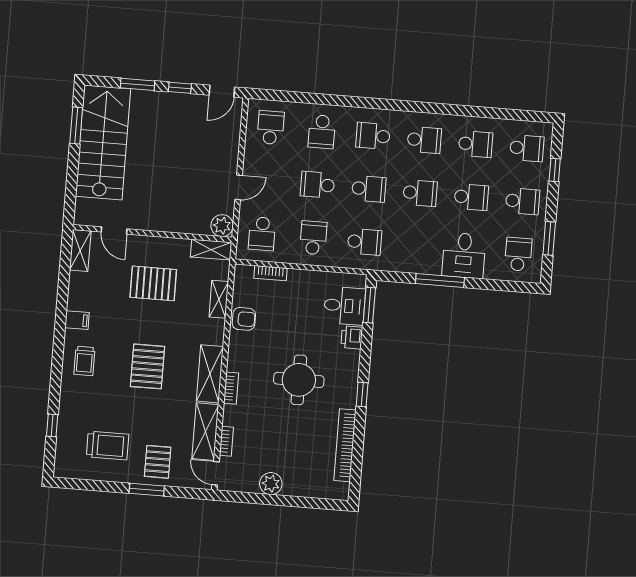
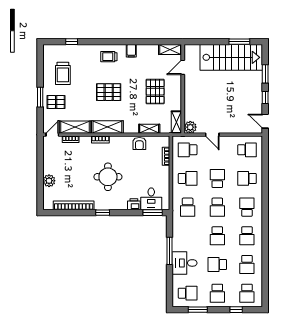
school desk: (471, 197) -> (217, 265), turned 90
plant: (271, 484) -> (49, 181), moved

